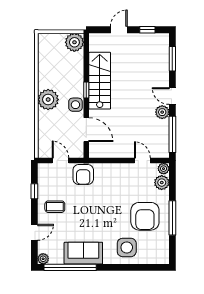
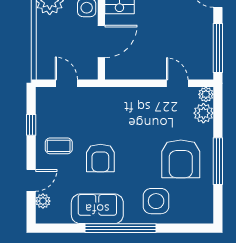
plant: (162, 112) -> (204, 18), removed
door: (86, 130) -> (101, 41), hinge flipped
armchair: (83, 175) -> (100, 158), moved
plant: (43, 259) -> (43, 201), moved
window: (70, 267) -> (120, 228), moved

